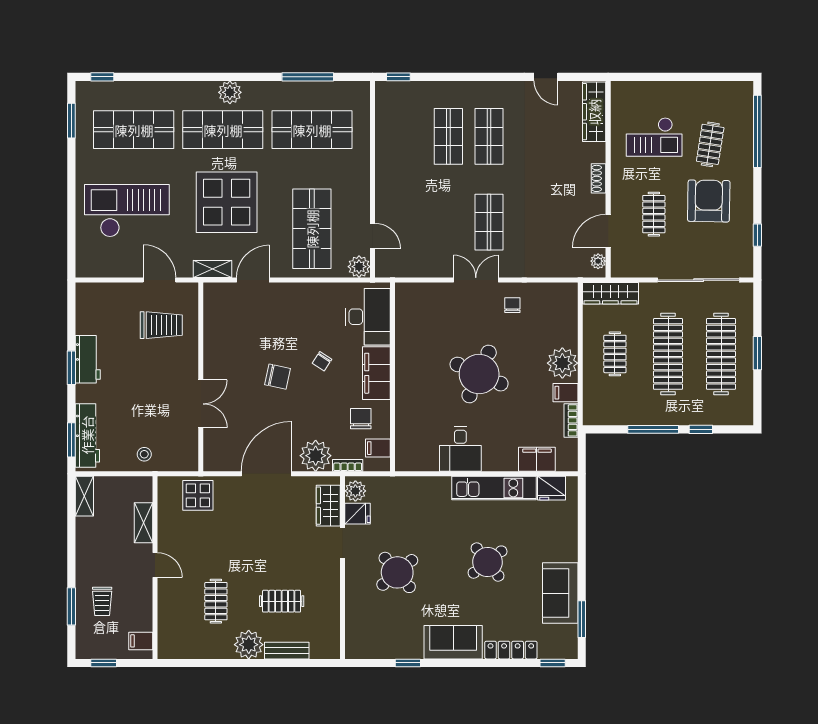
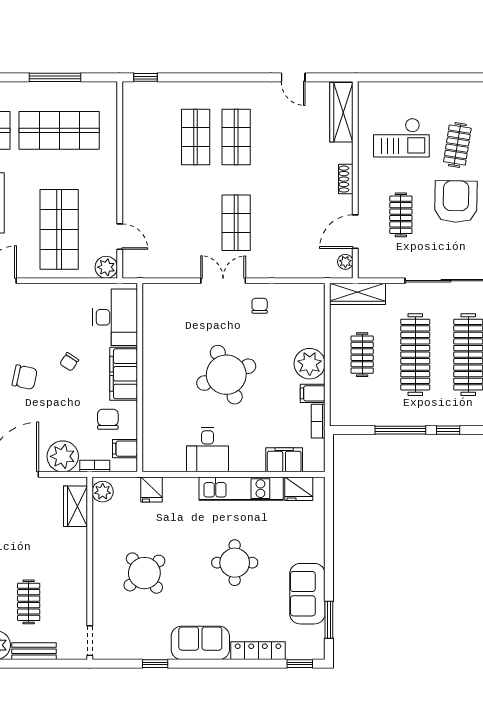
round table: (479, 374) -> (226, 375), turned 45
fridge: (358, 514) -> (152, 489), moved, turned 90
doorway: (343, 543) -> (90, 641), moved
round table: (488, 562) -> (235, 563), turned 38
clothes rail: (282, 601) -> (29, 602), turned 90

